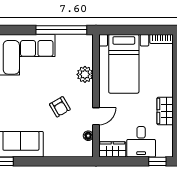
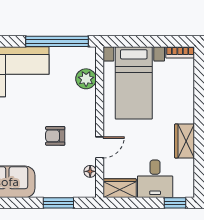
plant: (85, 74) -> (86, 79), moved
armchair: (60, 107) -> (55, 136), turned 120
window: (62, 161) -> (58, 203), added

